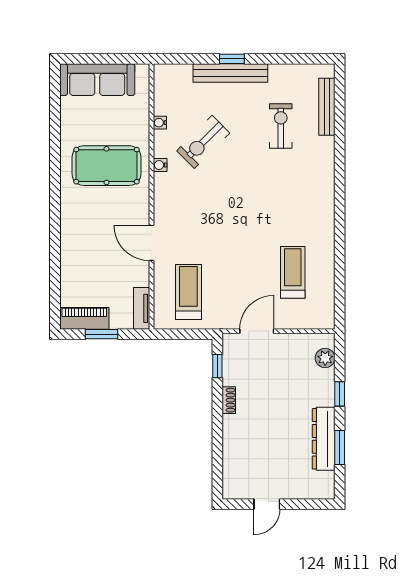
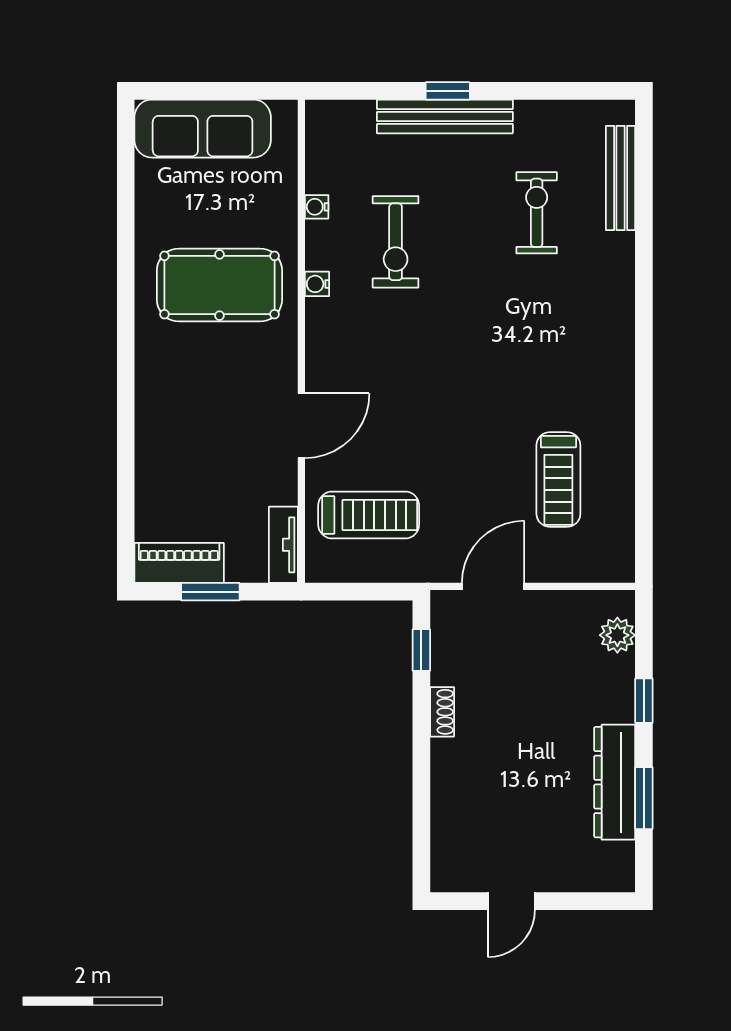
exercise bike: (203, 142) -> (396, 242), turned -45
door: (151, 243) -> (301, 426), swing flipped
treadmill: (293, 272) -> (558, 479), turned 180
treadmill: (188, 292) -> (369, 515), turned 90

